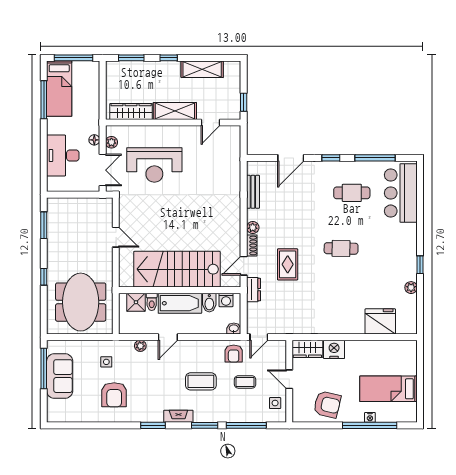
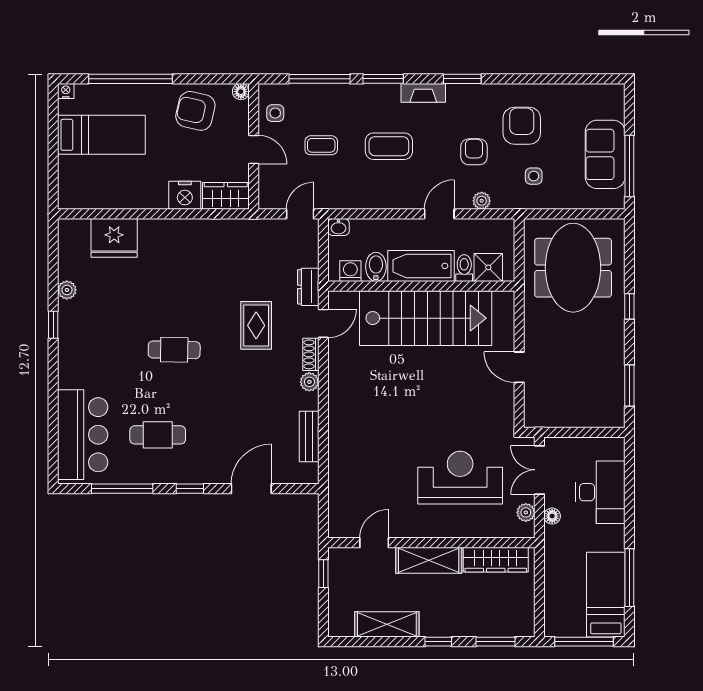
armchair: (234, 354) -> (474, 152), moved
floor lamp: (298, 417) -> (241, 92), added
nightstand: (370, 417) -> (66, 91), moved

